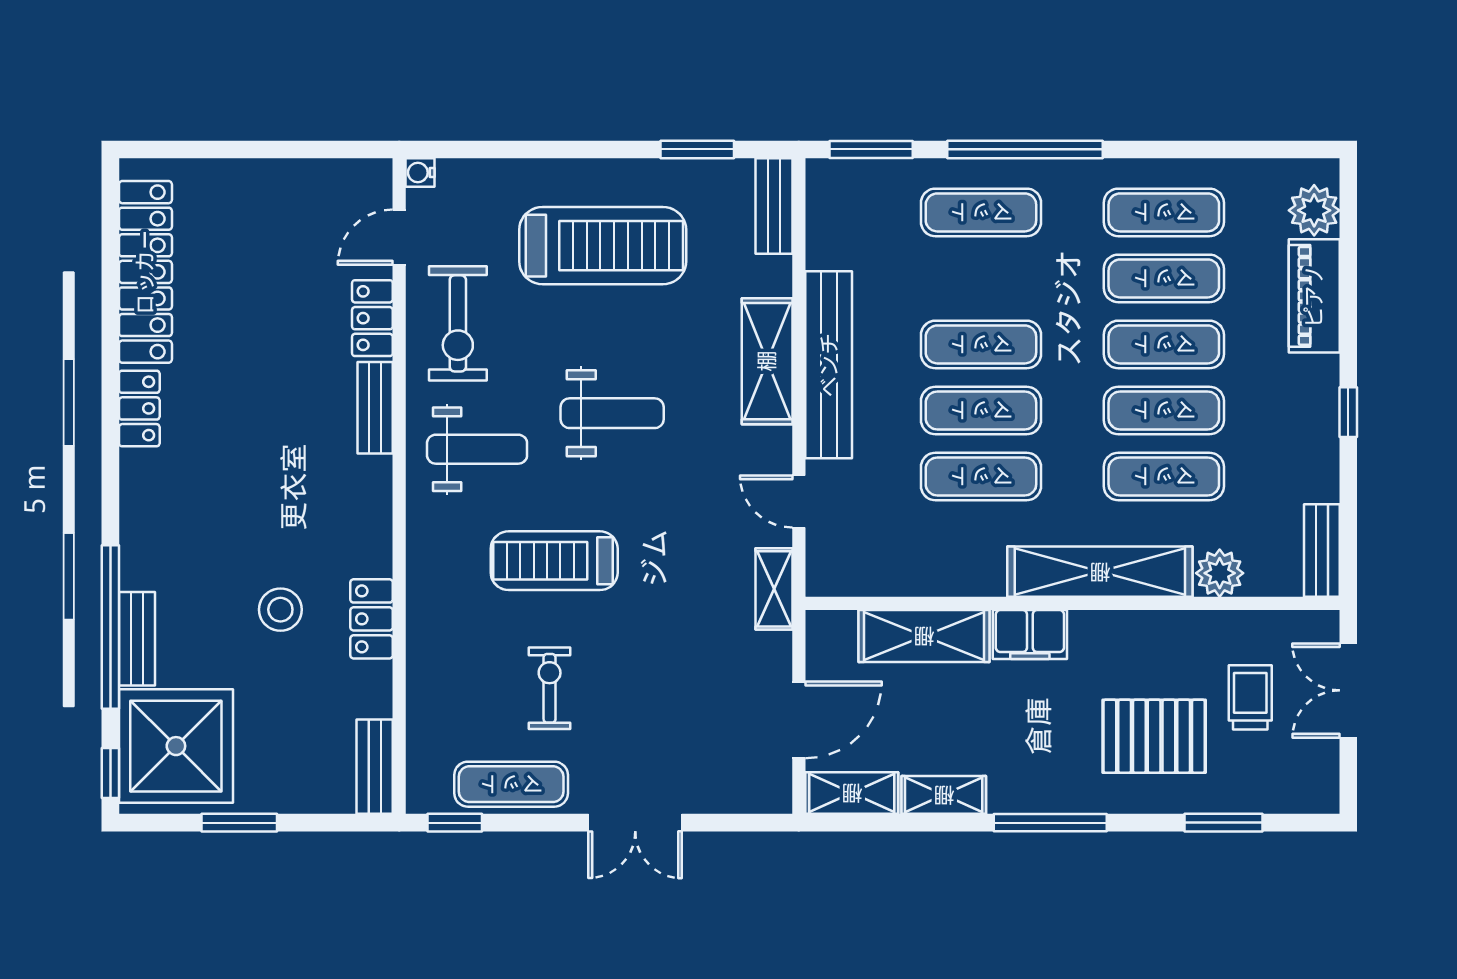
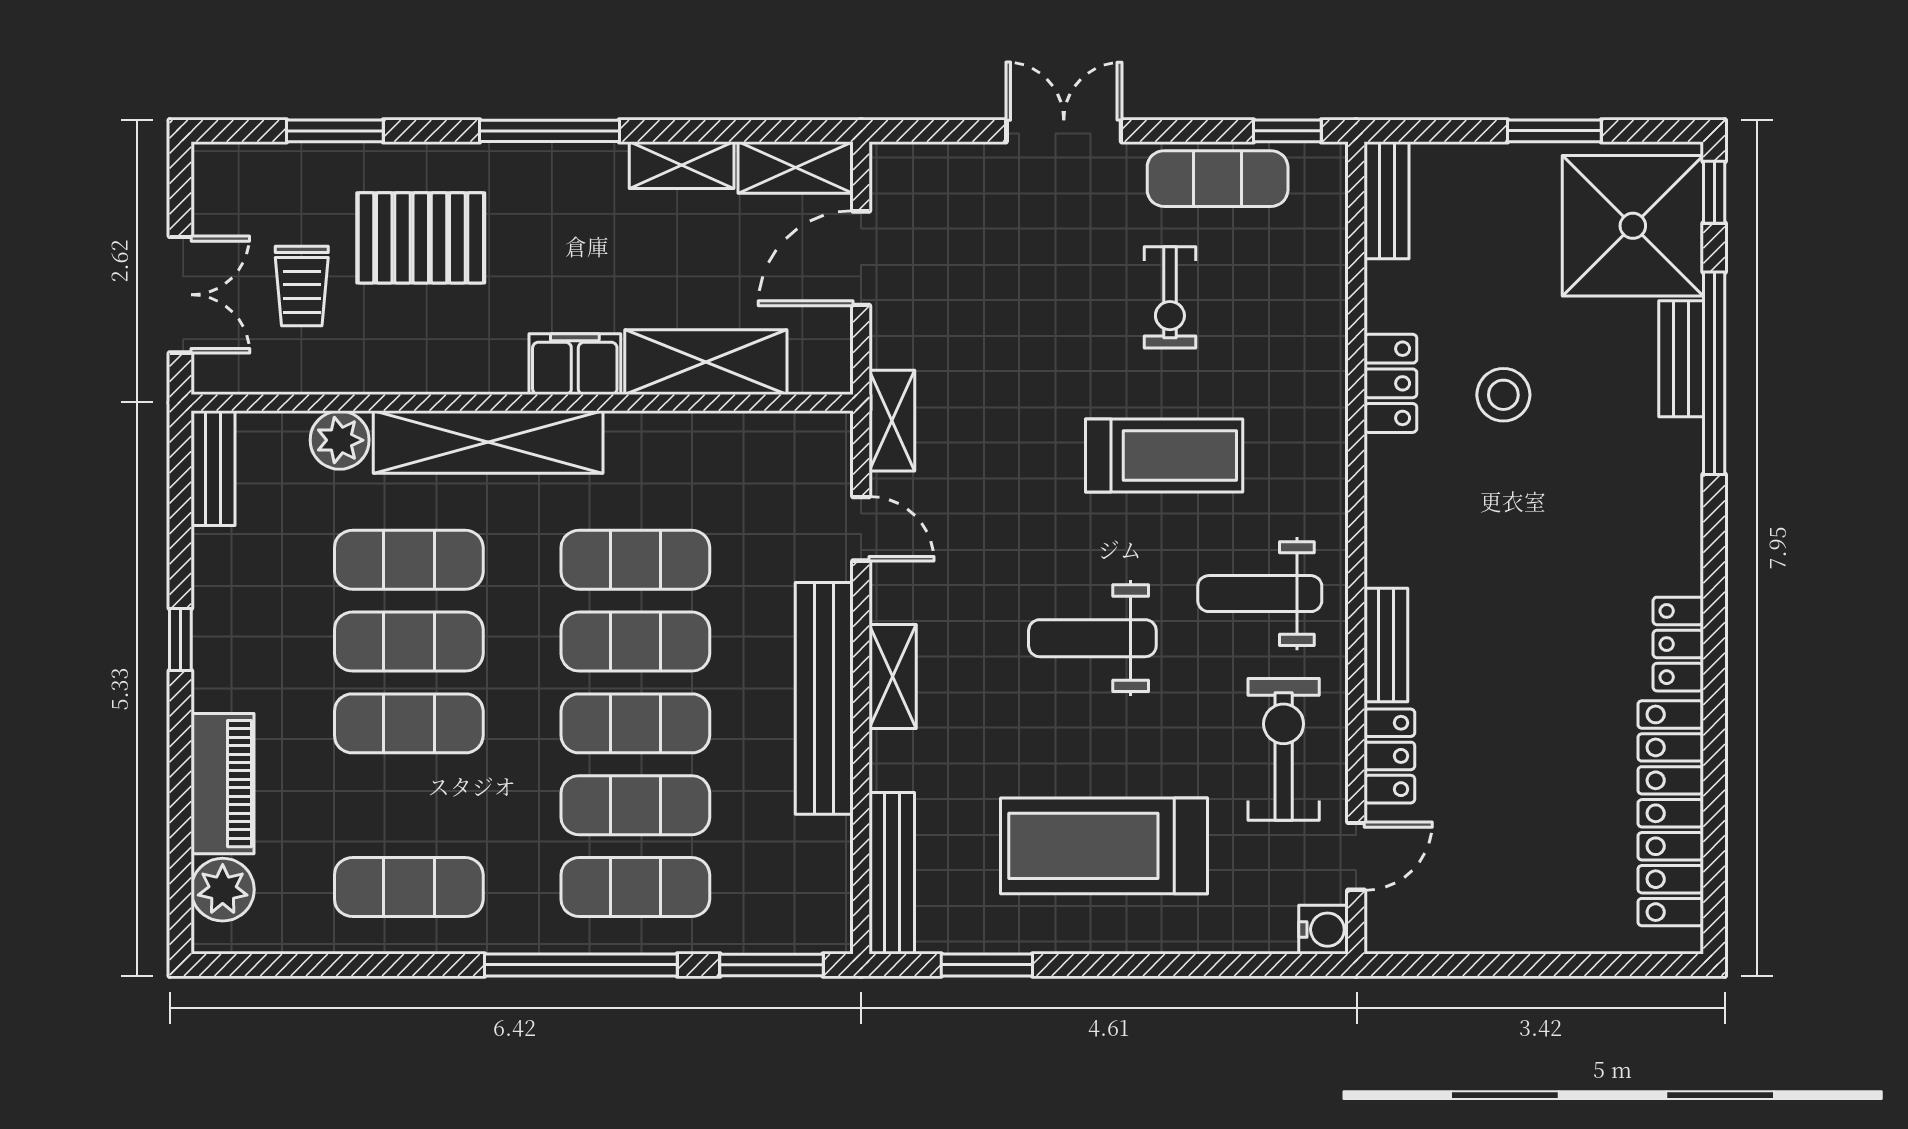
water cooler: (420, 173) -> (1323, 930), width x1.38, depth x1.38
bench: (774, 206) -> (892, 873), width x1.36
exercise mat: (1164, 278) -> (635, 805), moved
shelving: (767, 361) -> (893, 677), width x0.67, depth x0.75

